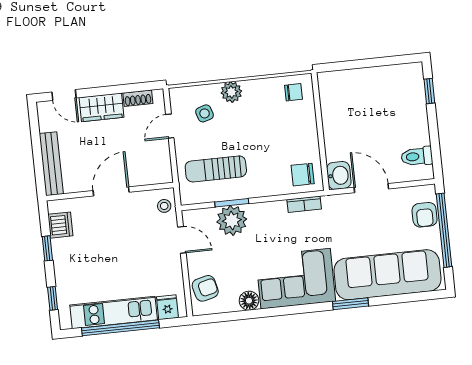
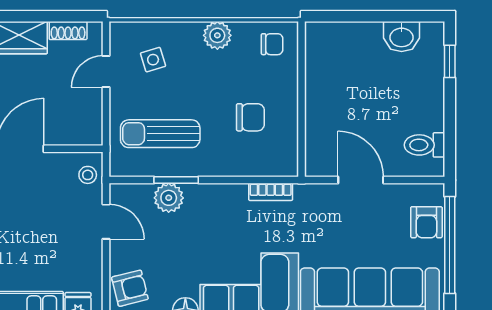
plant: (231, 92) -> (217, 35), moved
chair: (303, 175) -> (250, 117), moved, turned 180
washbasin: (339, 175) -> (402, 37), moved, turned 90
plant: (232, 220) -> (169, 198), width x0.73, depth x0.73

